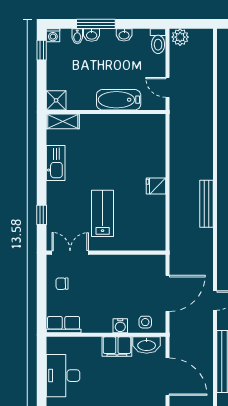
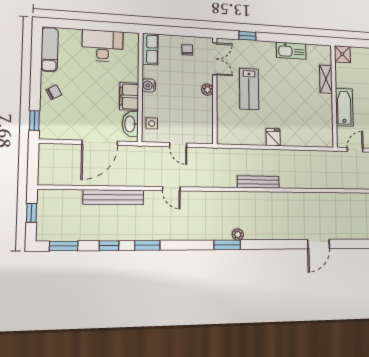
shelving: (63, 121) -> (326, 79), moved
lab bench: (103, 213) -> (249, 89), turned 90
plant: (105, 261) -> (207, 90), added
door: (168, 293) -> (178, 145), width x0.53
water cooler: (120, 326) -> (149, 85), moved

